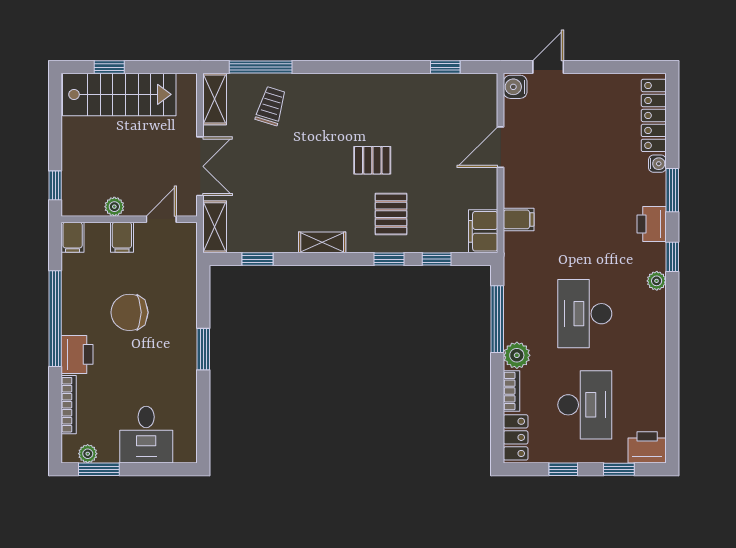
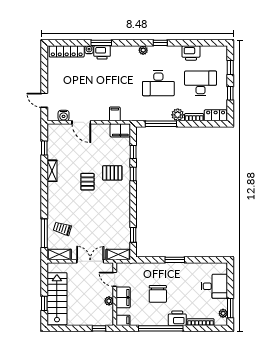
water cooler: (515, 87) -> (64, 116), moved
printer: (652, 224) -> (102, 52), moved
filing cabinet: (122, 237) -> (123, 297), width x2.00
shelving: (322, 242) -> (52, 171), moved
window: (672, 257) -> (160, 43), moved
printer: (647, 447) -> (191, 53), moved, turned -90

